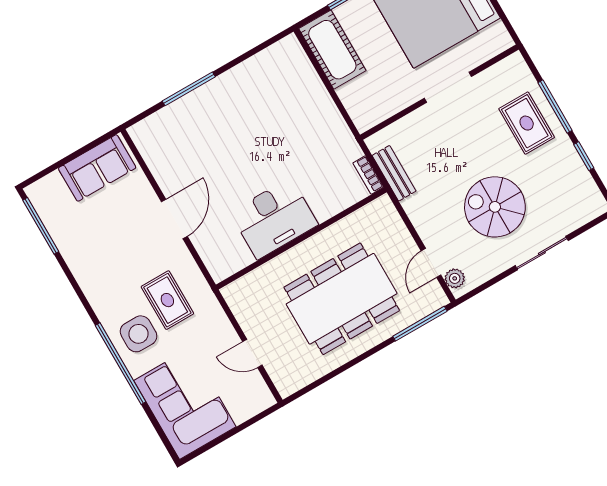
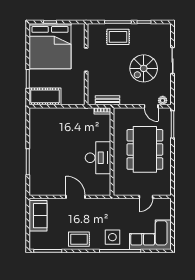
rug: (167, 300) -> (79, 239), moved

